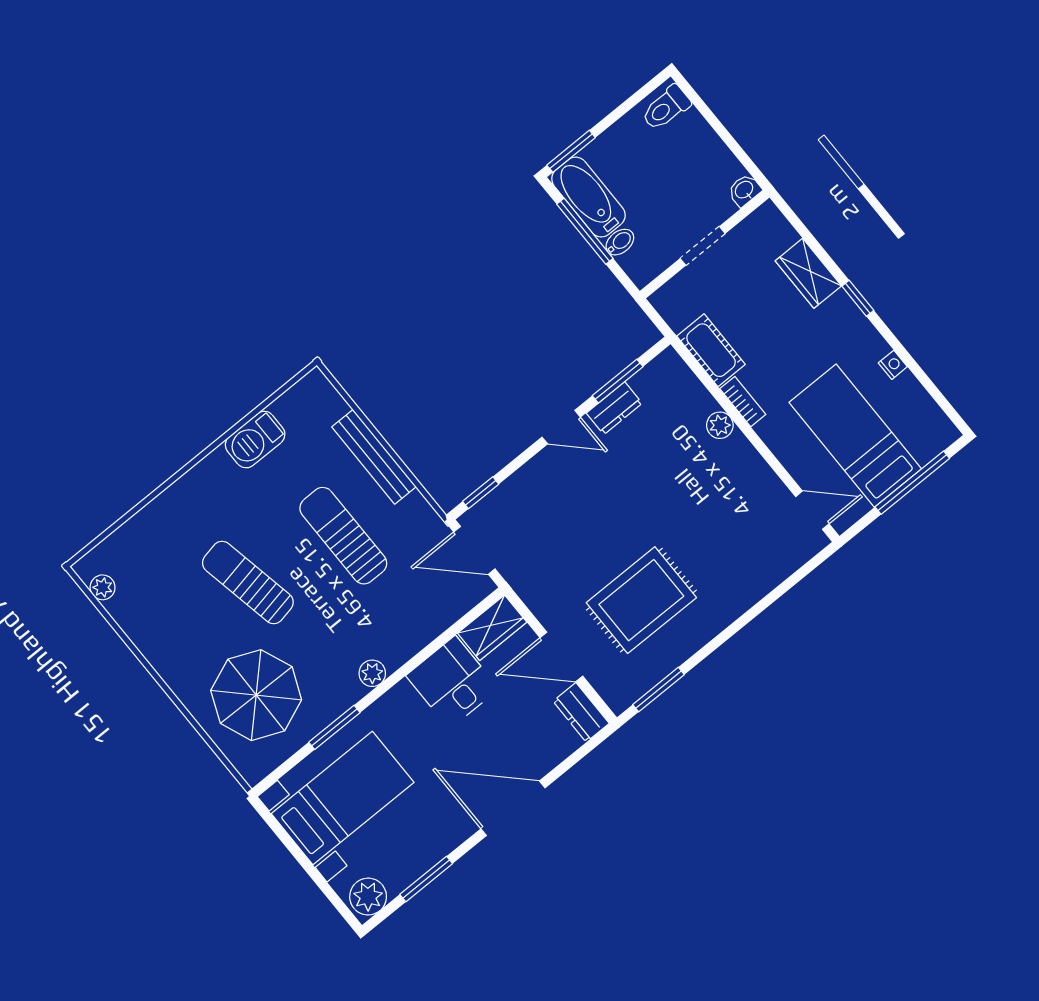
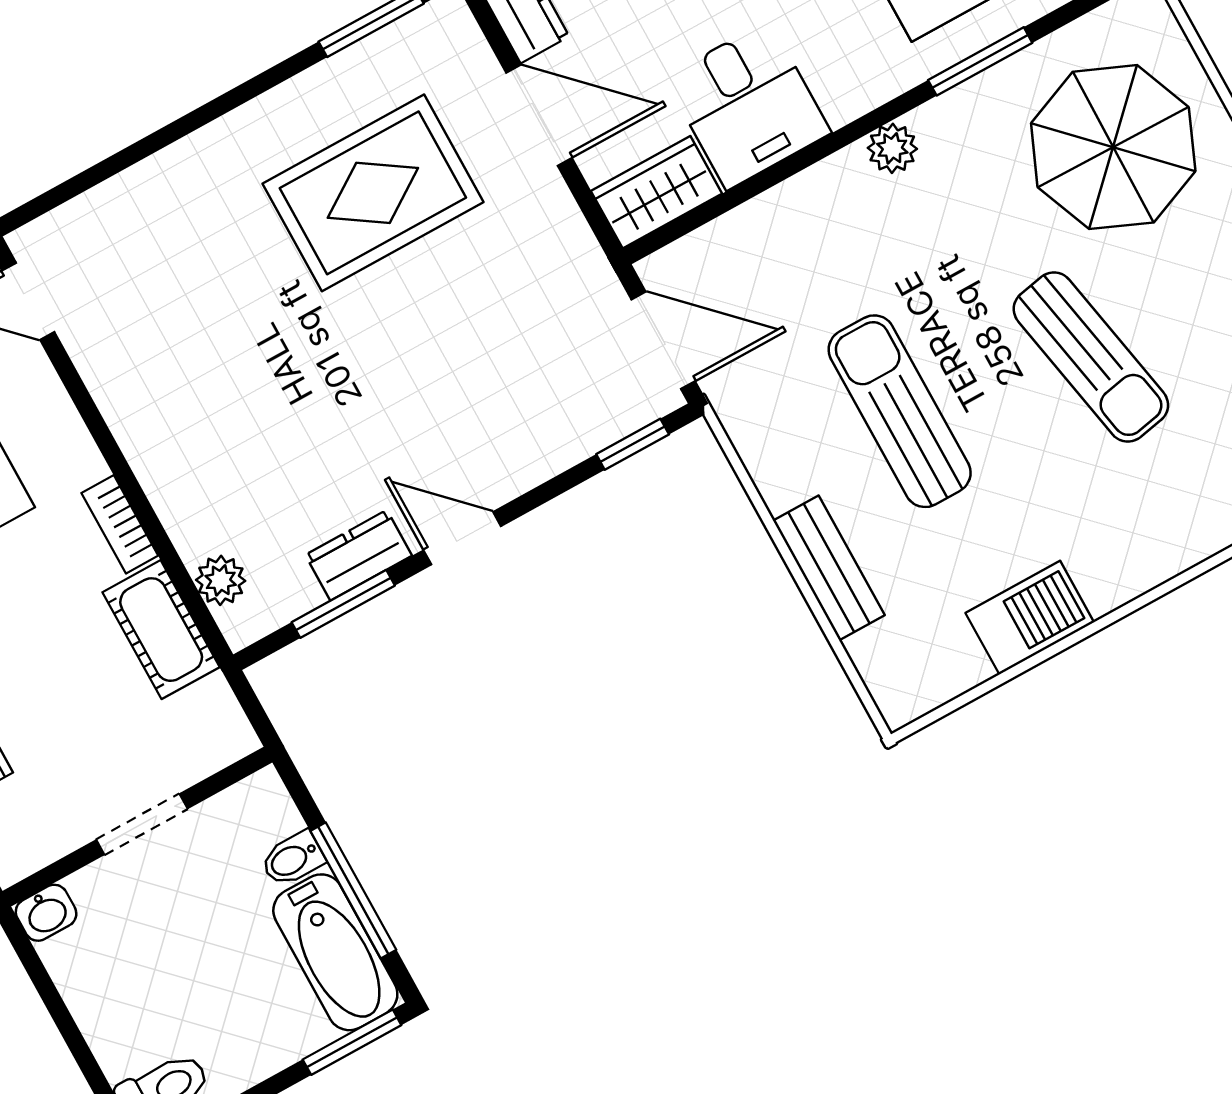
plant: (720, 425) -> (221, 580), moved
bench: (374, 457) -> (829, 568), width x0.73
sun lounger: (343, 536) -> (900, 411), turned 180

